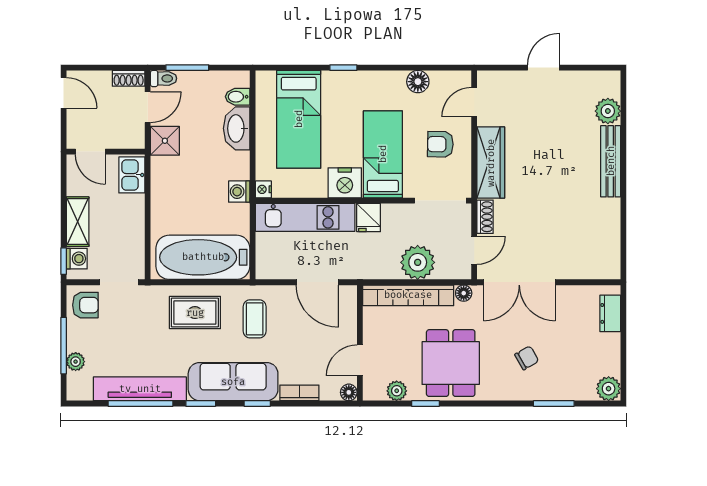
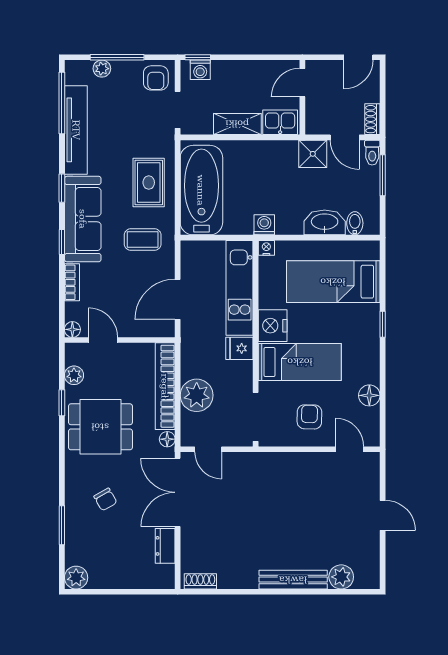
wardrobe: (491, 163) -> (292, 465), removed
shoe rack: (485, 217) -> (200, 581), moved, turned 180
shelving: (78, 222) -> (237, 124), moved
dresser: (610, 313) -> (165, 546), moved, turned -90
window: (140, 403) -> (62, 103), moved

